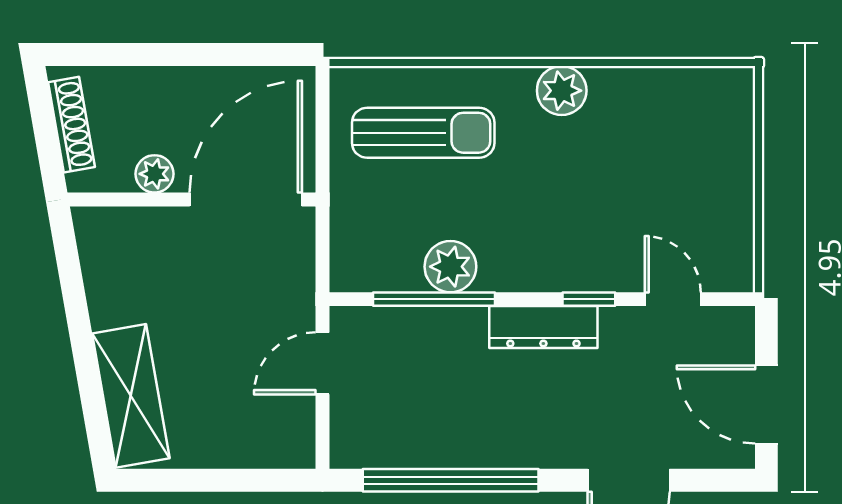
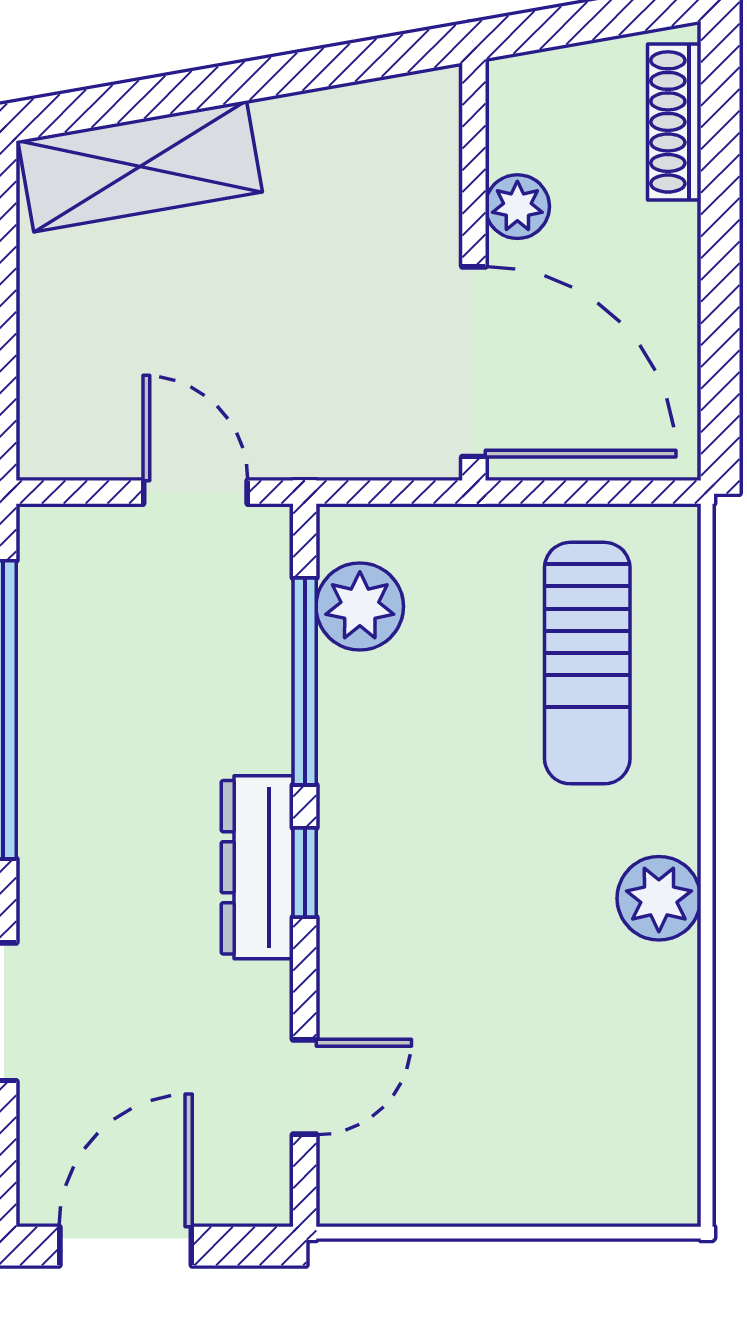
shoe rack: (71, 125) -> (674, 122), moved, turned 100
plant: (450, 267) -> (360, 606), moved
window: (589, 299) -> (305, 872), moved

